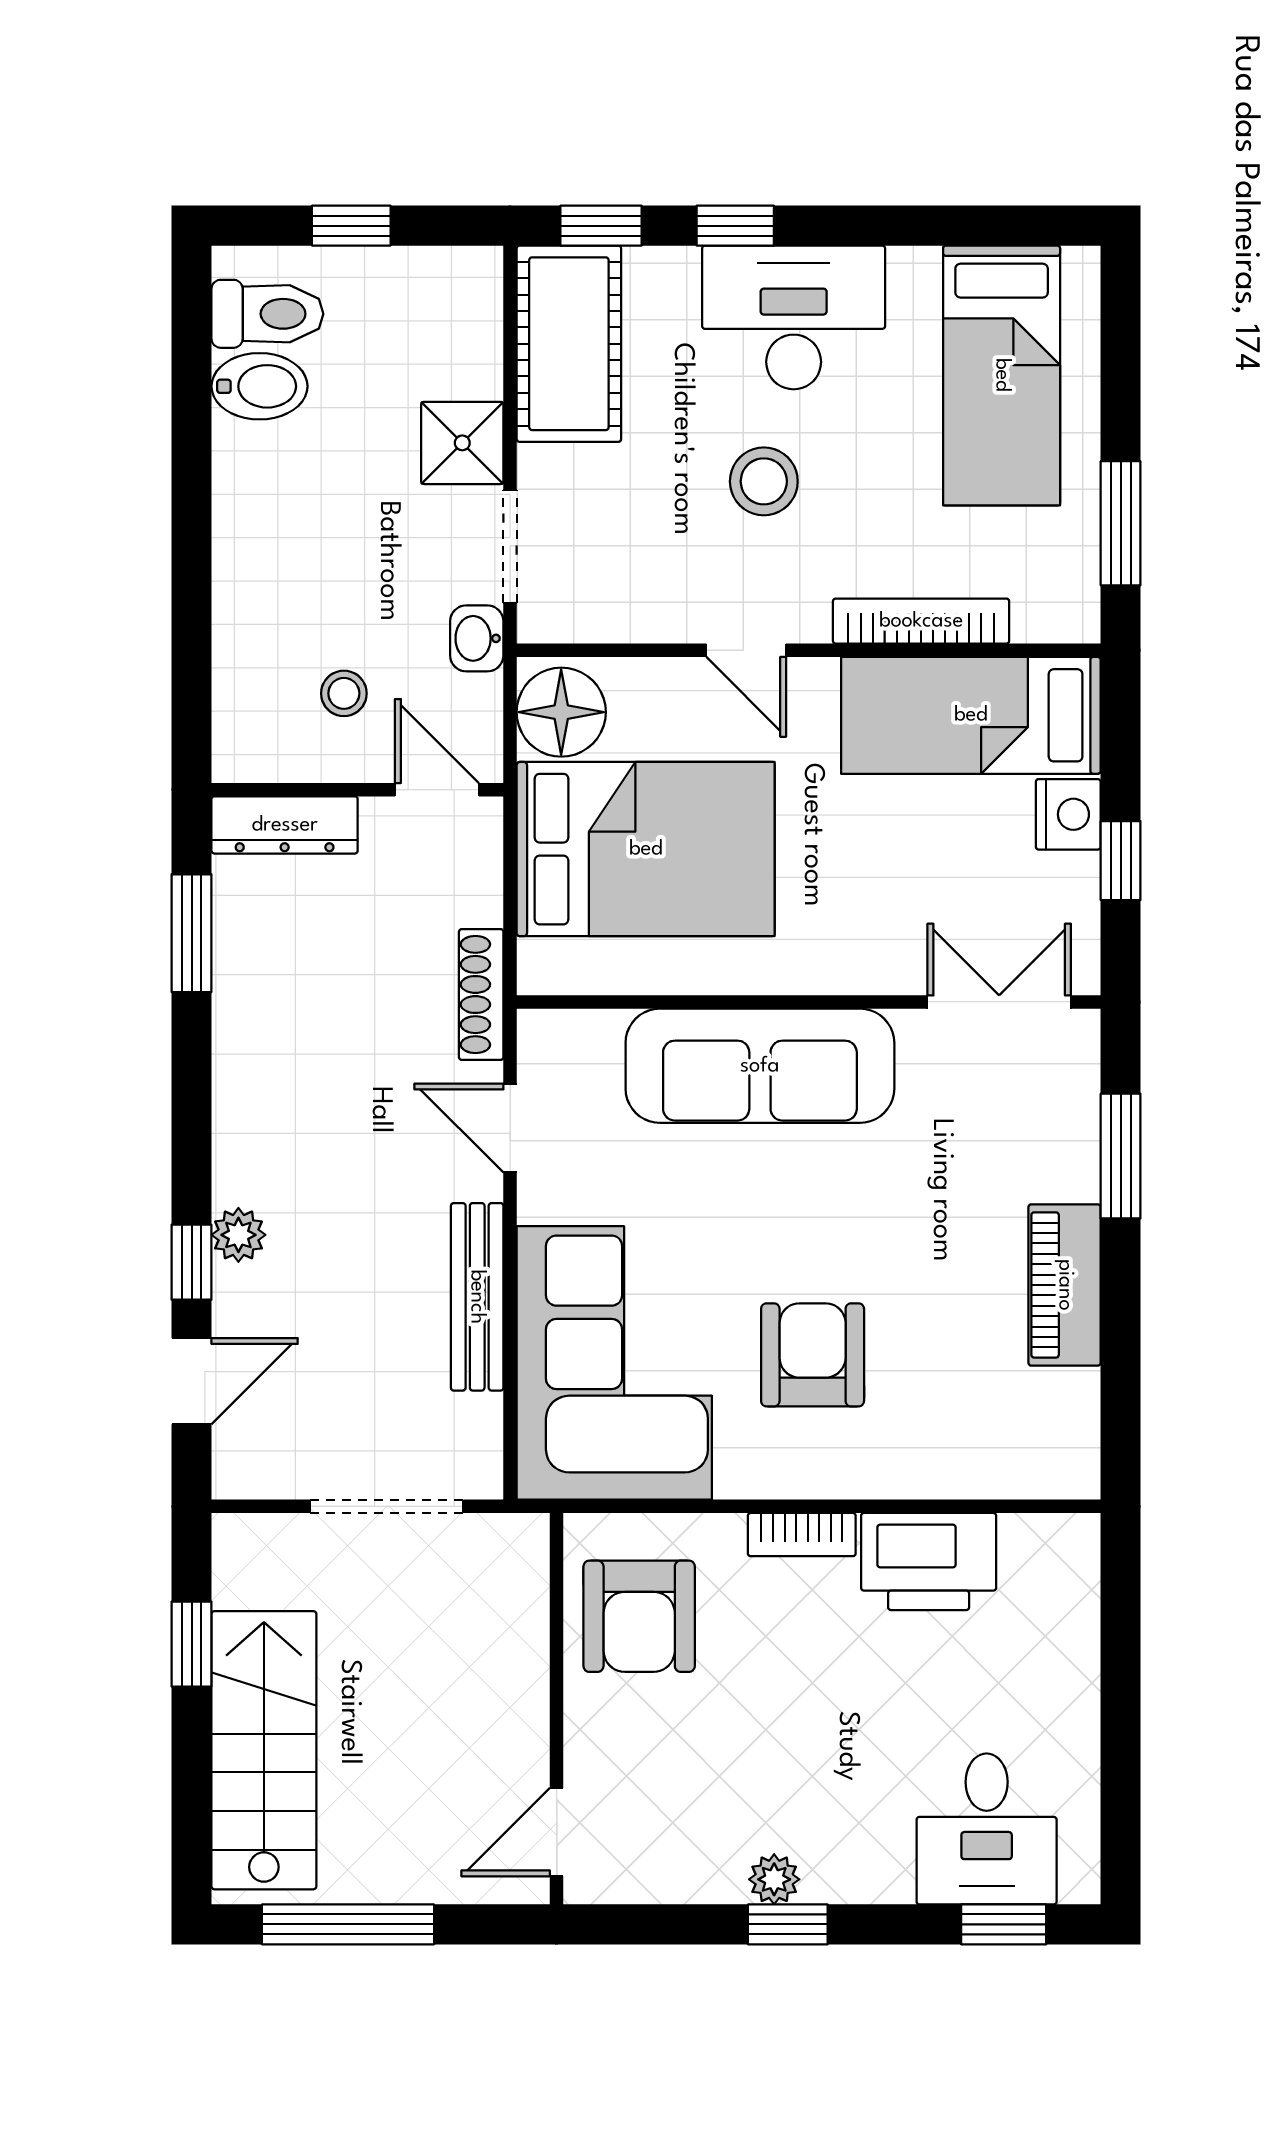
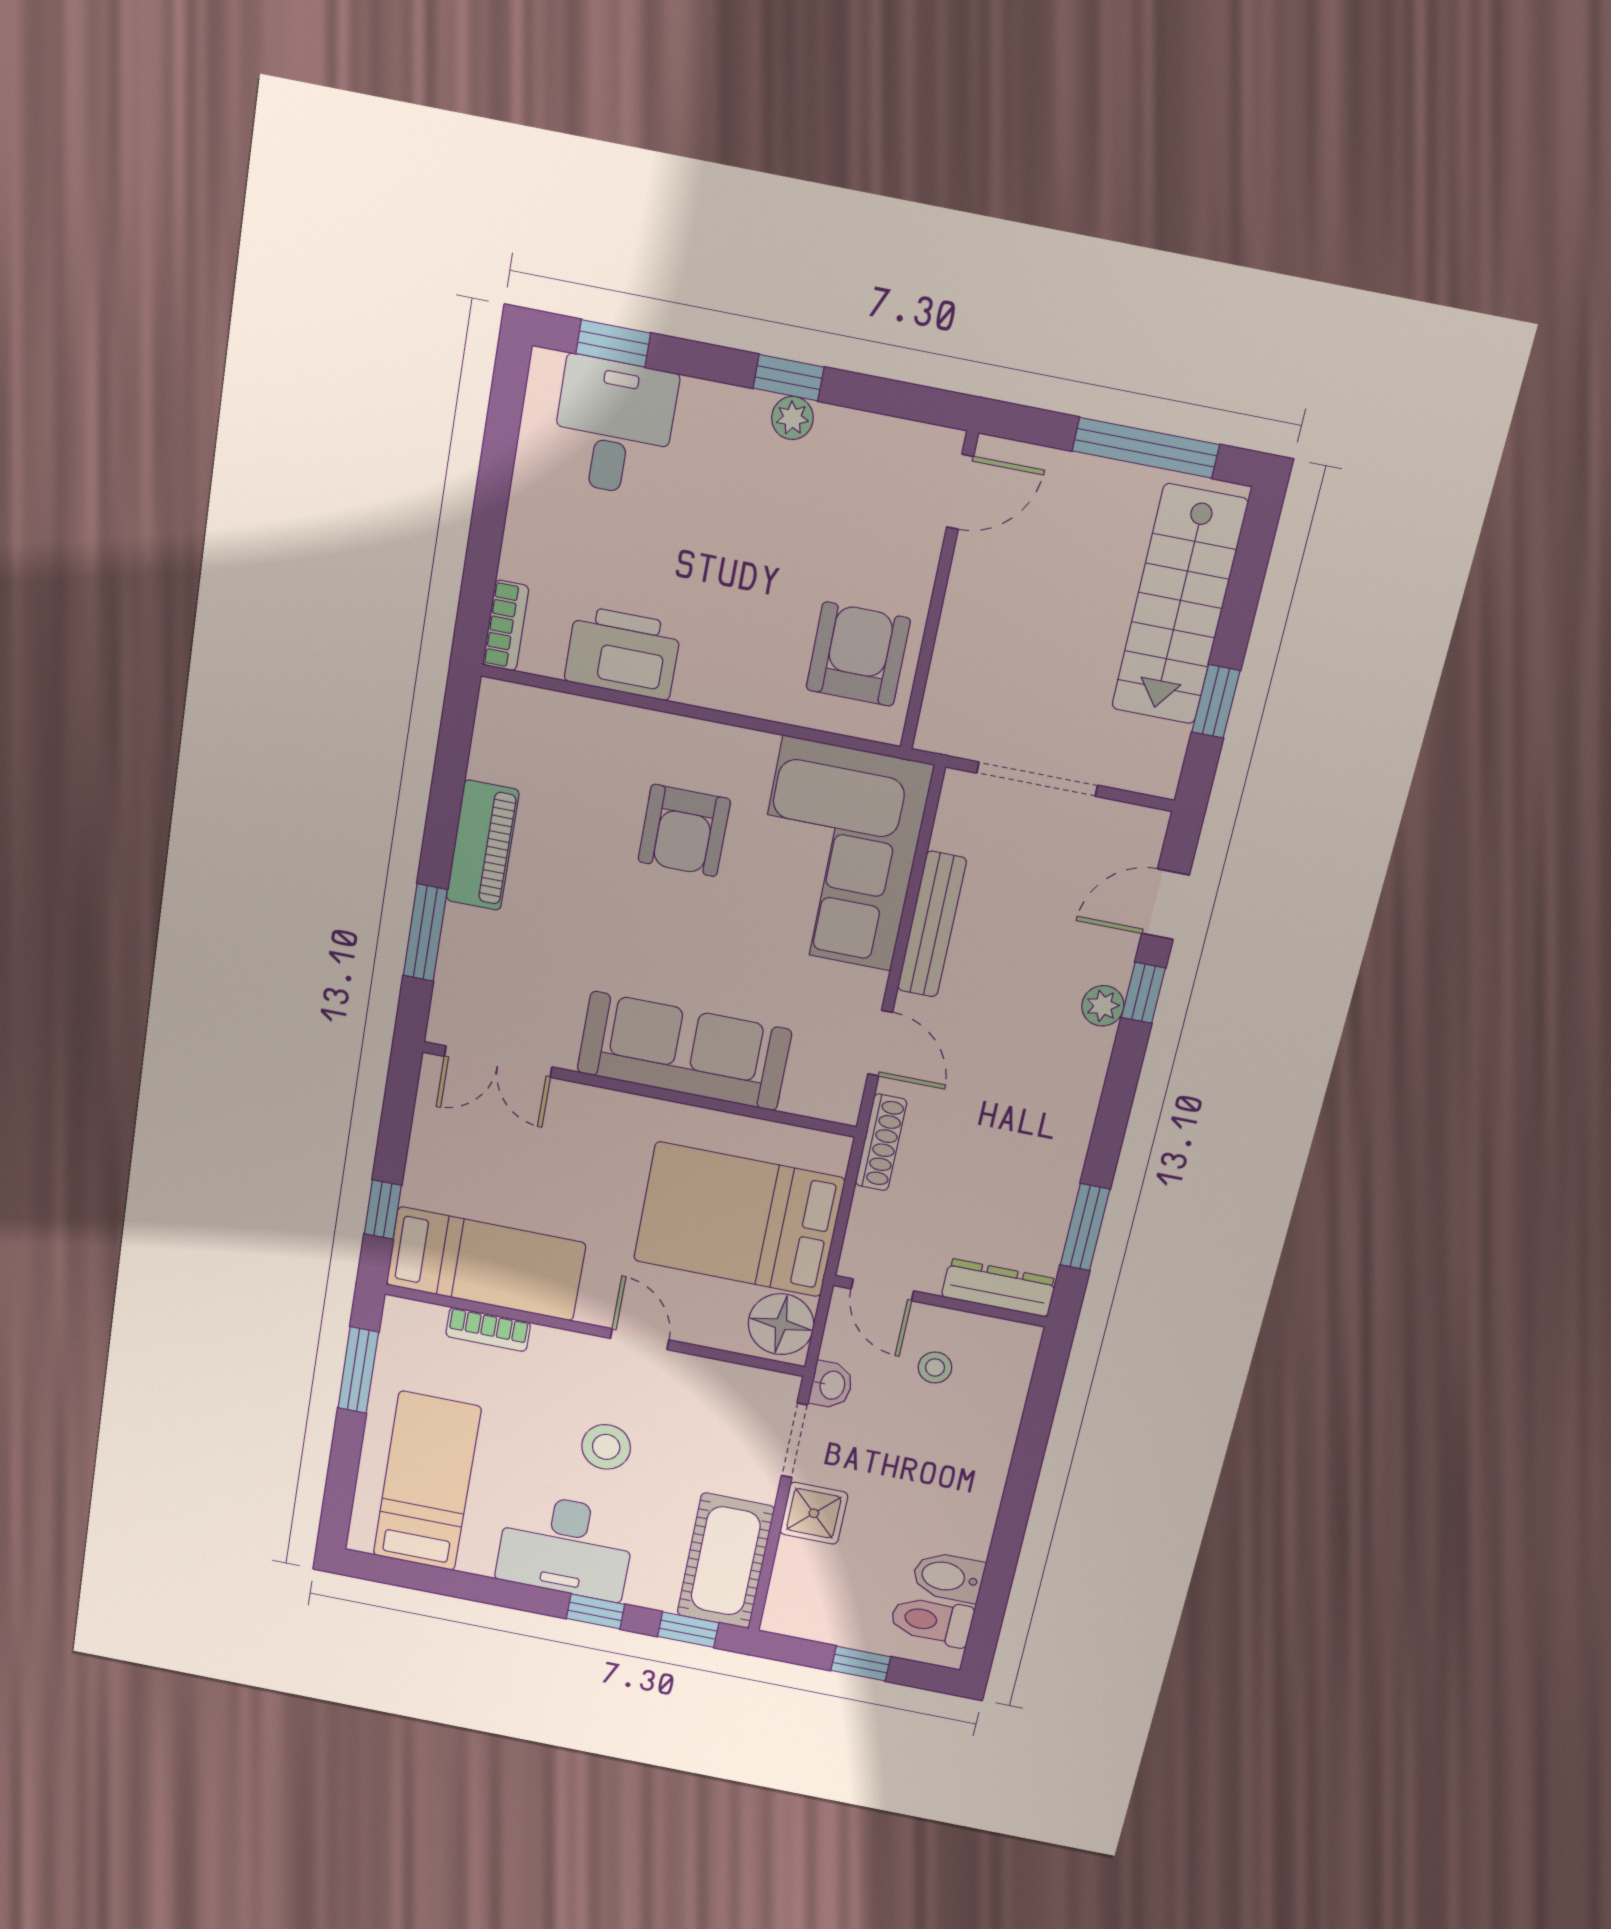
bookcase: (921, 621) -> (488, 1329), width x0.64
nightstand: (1068, 814) -> (426, 1183), removed
window: (1121, 861) -> (383, 1210), moved
bookcase: (802, 1535) -> (506, 626), moved, turned 90

